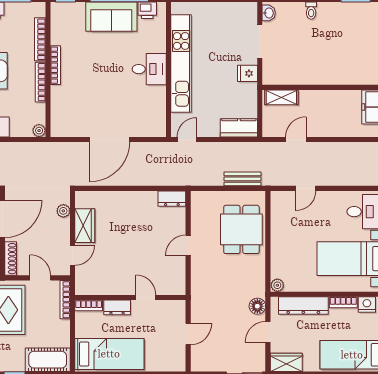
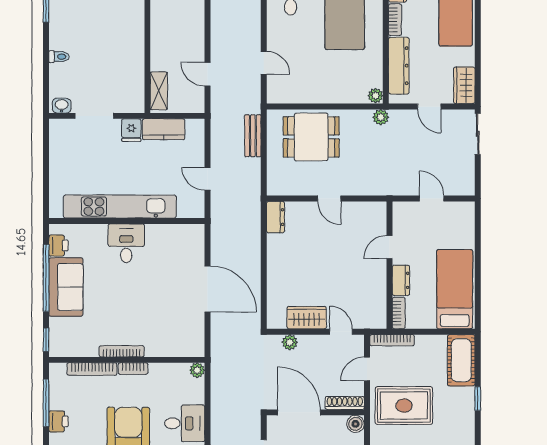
bookcase: (40, 82) -> (133, 369), width x0.64
kitchen counter: (239, 128) -> (164, 129), moved, turned -90
door: (187, 140) -> (207, 179), moved
plant: (259, 290) -> (381, 117), added
floor lamp: (257, 306) -> (400, 119), removed

